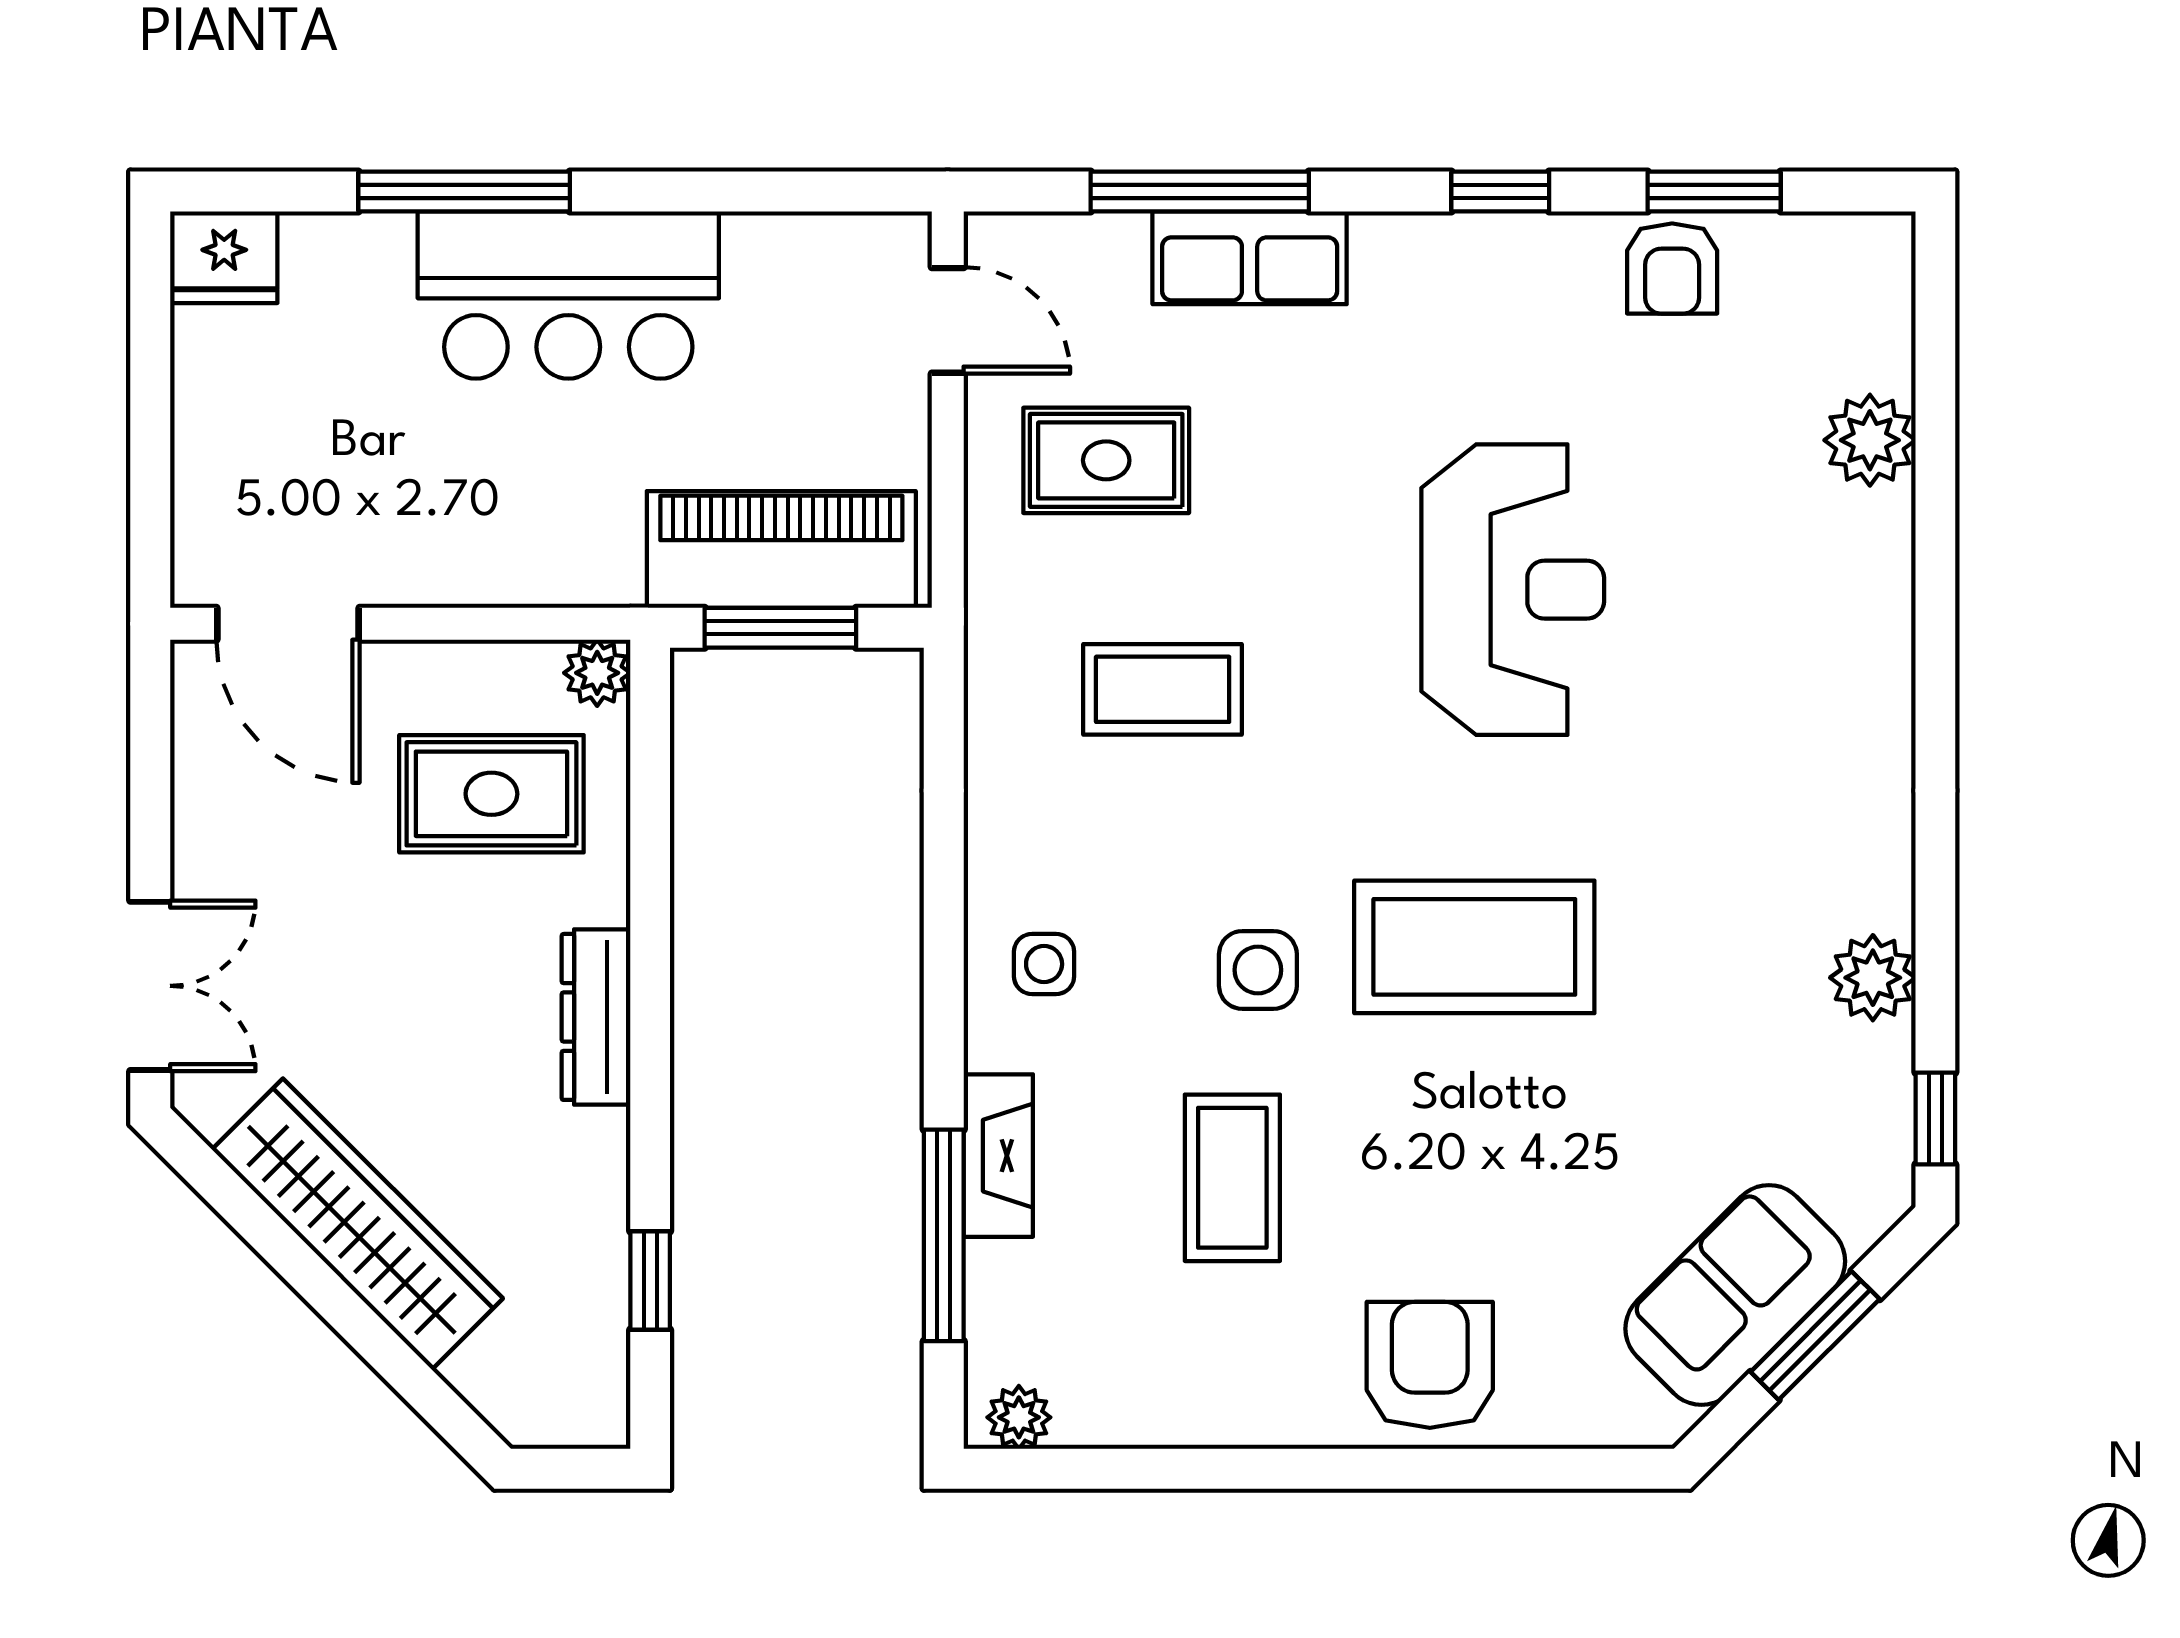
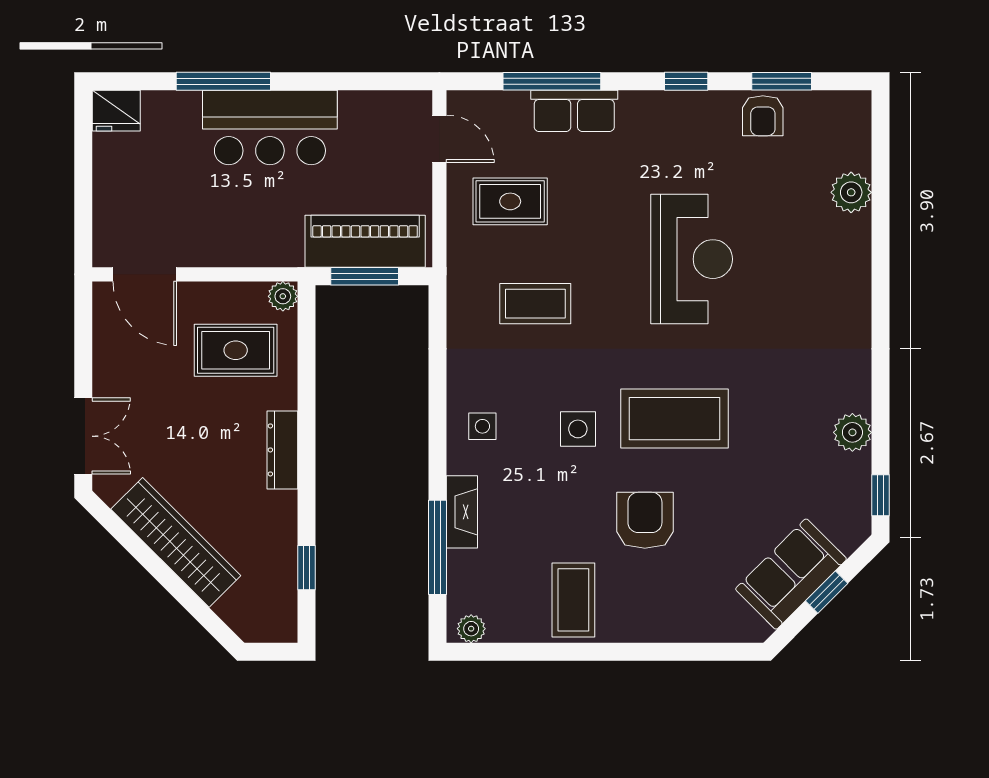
coffee table: (1232, 1178) -> (573, 600), moved
window: (1815, 1336) -> (827, 592), width x0.67
armchair: (1430, 1365) -> (645, 520), moved

